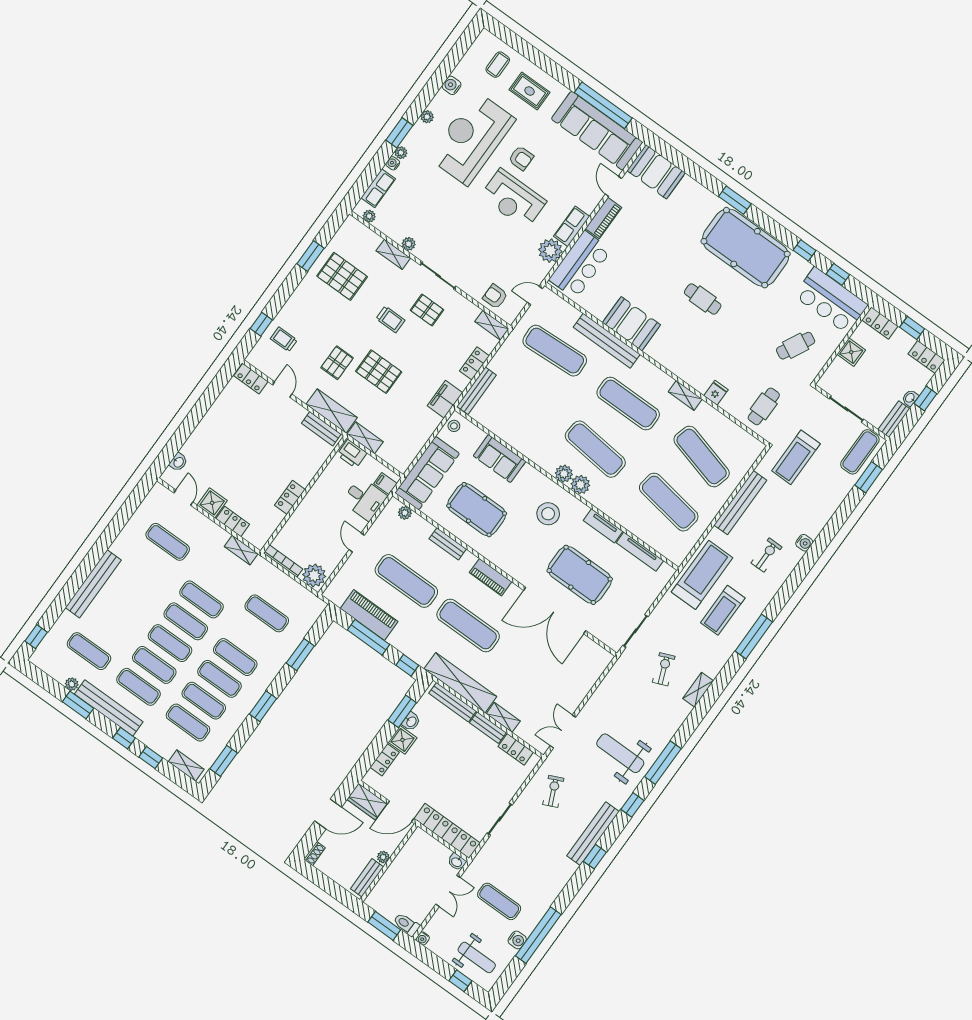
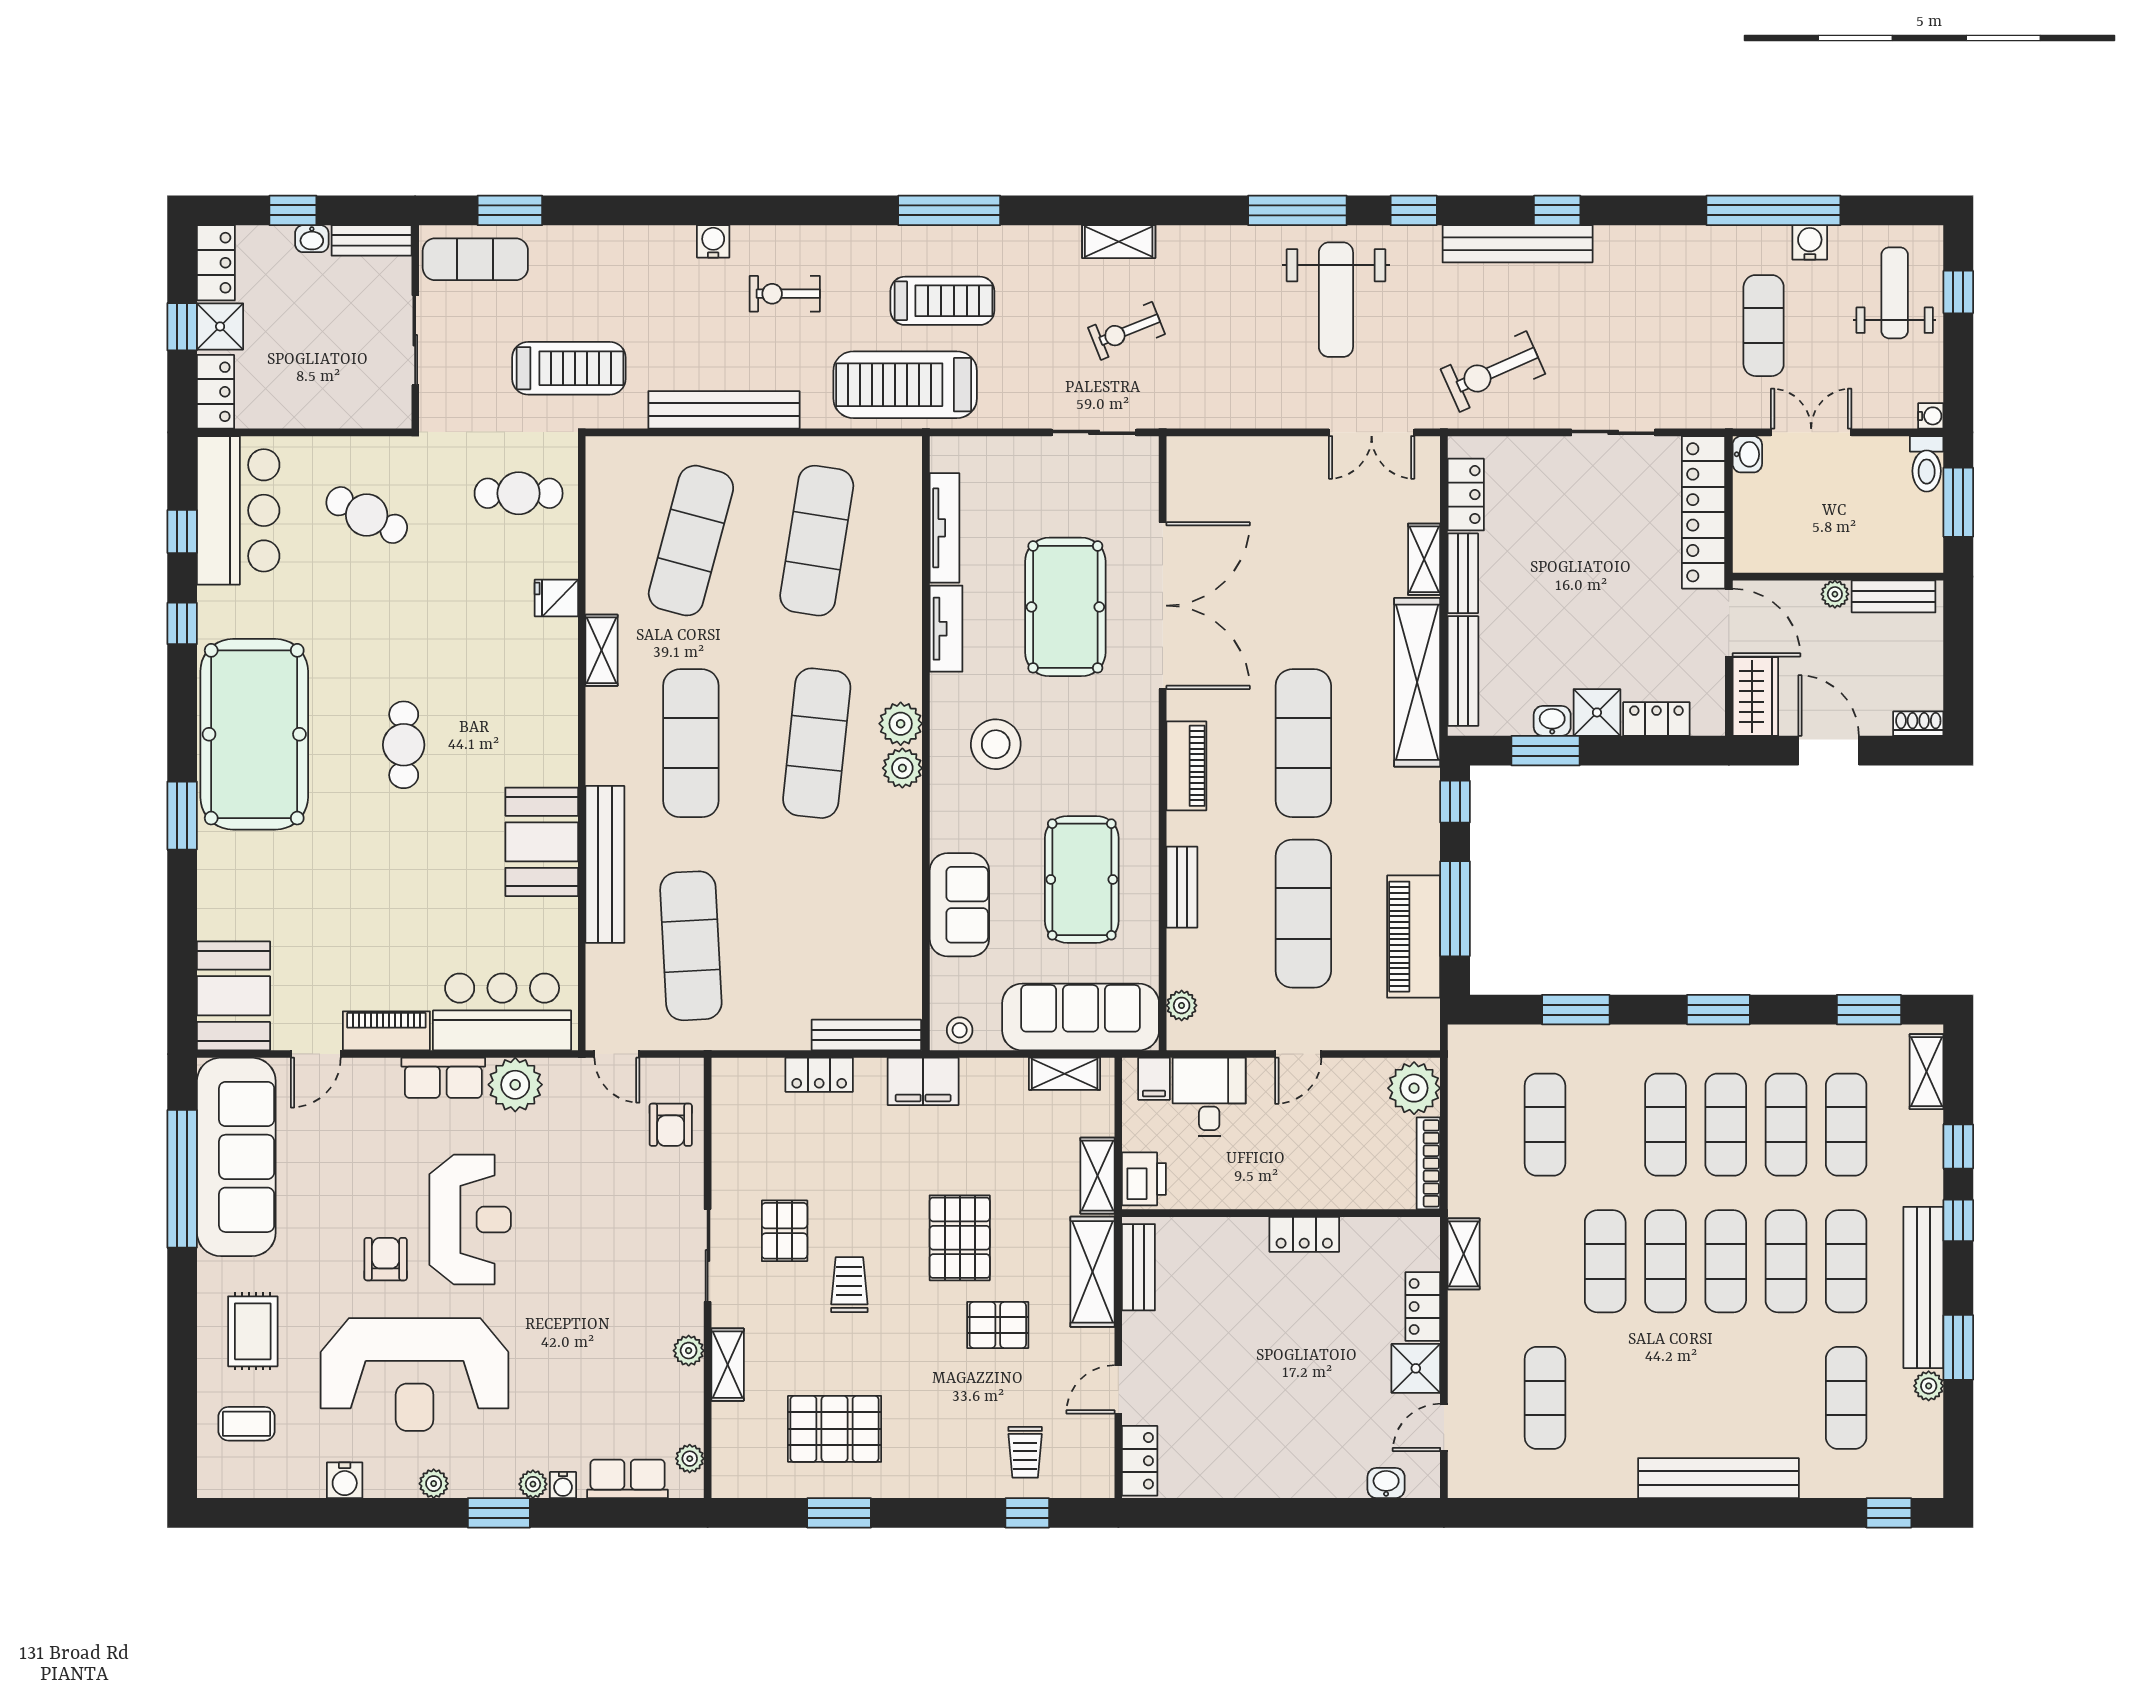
pallet: (342, 276) -> (835, 1429), turned 90
shelving: (492, 325) -> (1065, 1074), moved, turned 90
shower: (851, 352) -> (220, 326), moved
exercise bike: (553, 791) -> (1493, 372), width x1.38, depth x1.39

